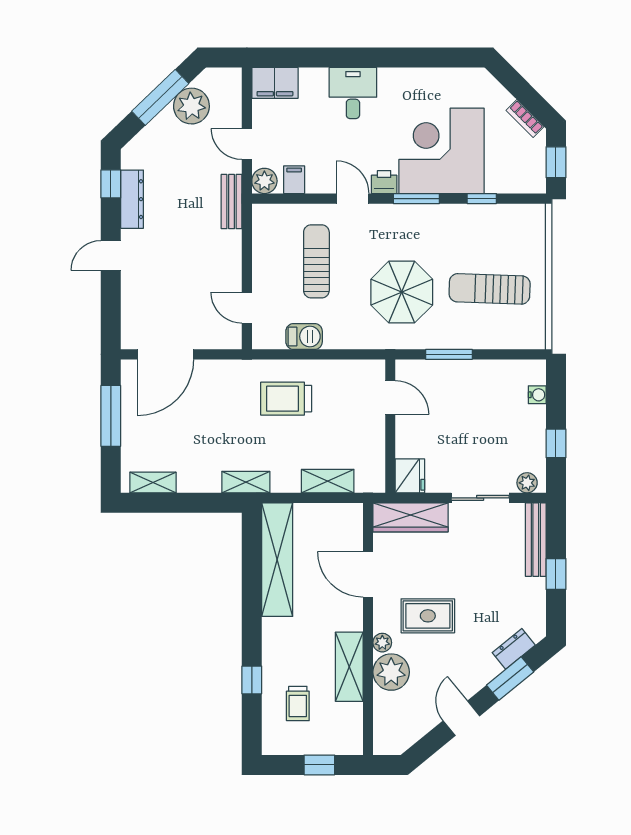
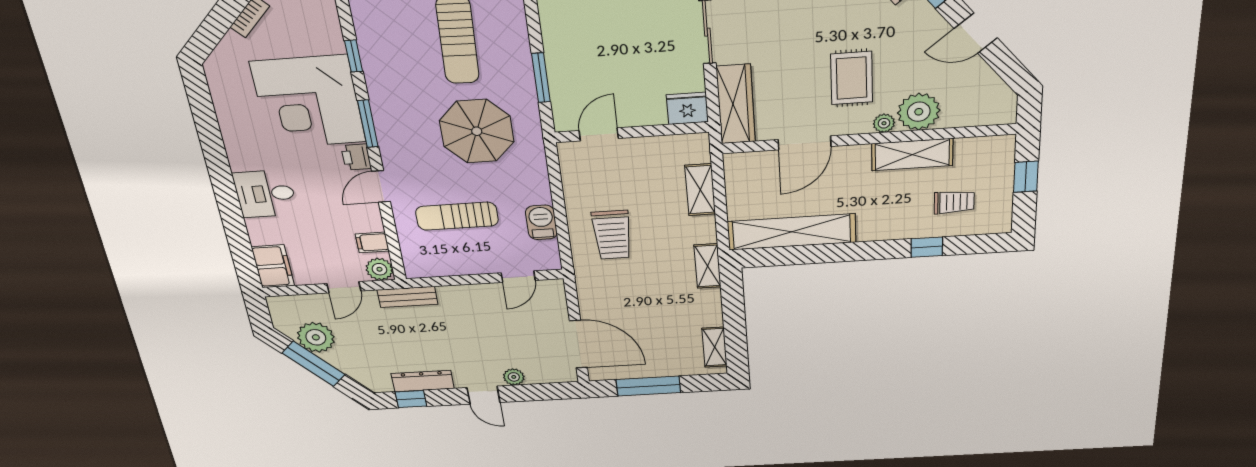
plant: (131, 288) -> (514, 377), added

